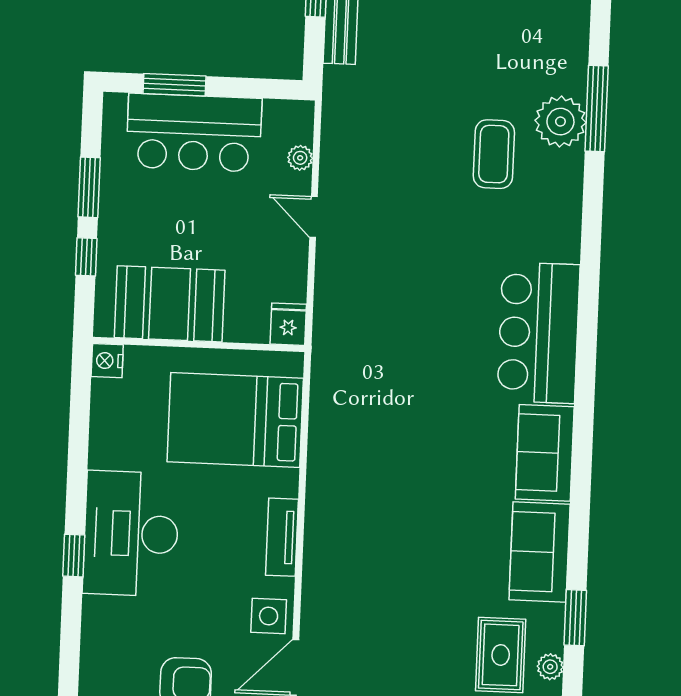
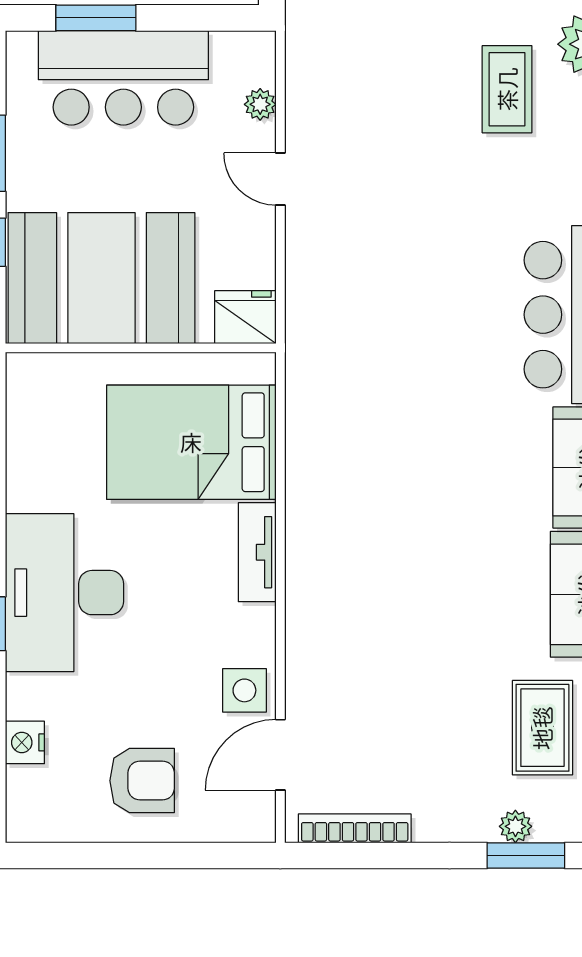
booth: (170, 304) -> (101, 278), width x1.36, depth x1.42
fridge: (288, 324) -> (245, 317), width x1.38
nightstand: (107, 361) -> (25, 742), moved
tv unit: (282, 537) -> (257, 552), moved

